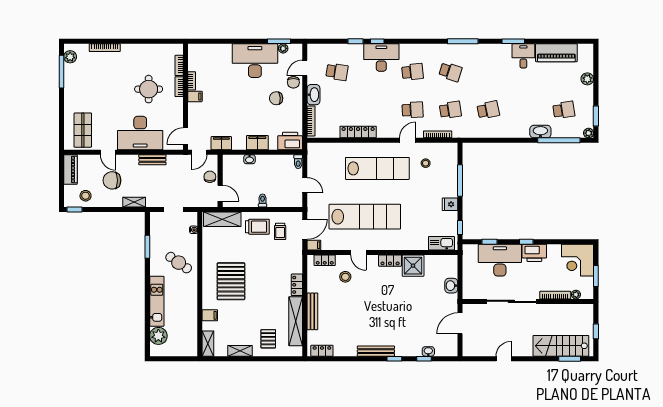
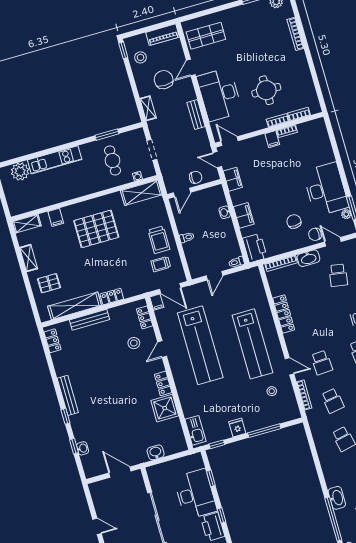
shelving: (222, 219) -> (141, 193), moved, turned 90
cafe table: (179, 263) -> (113, 160), moved, turned -35

